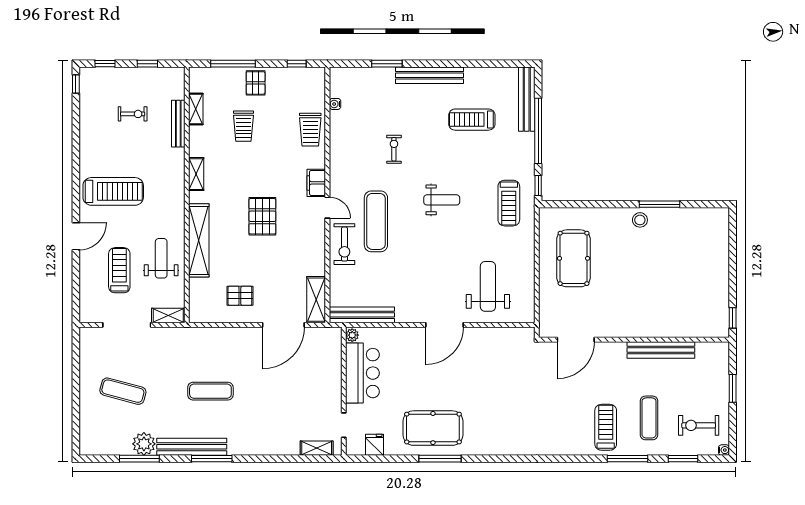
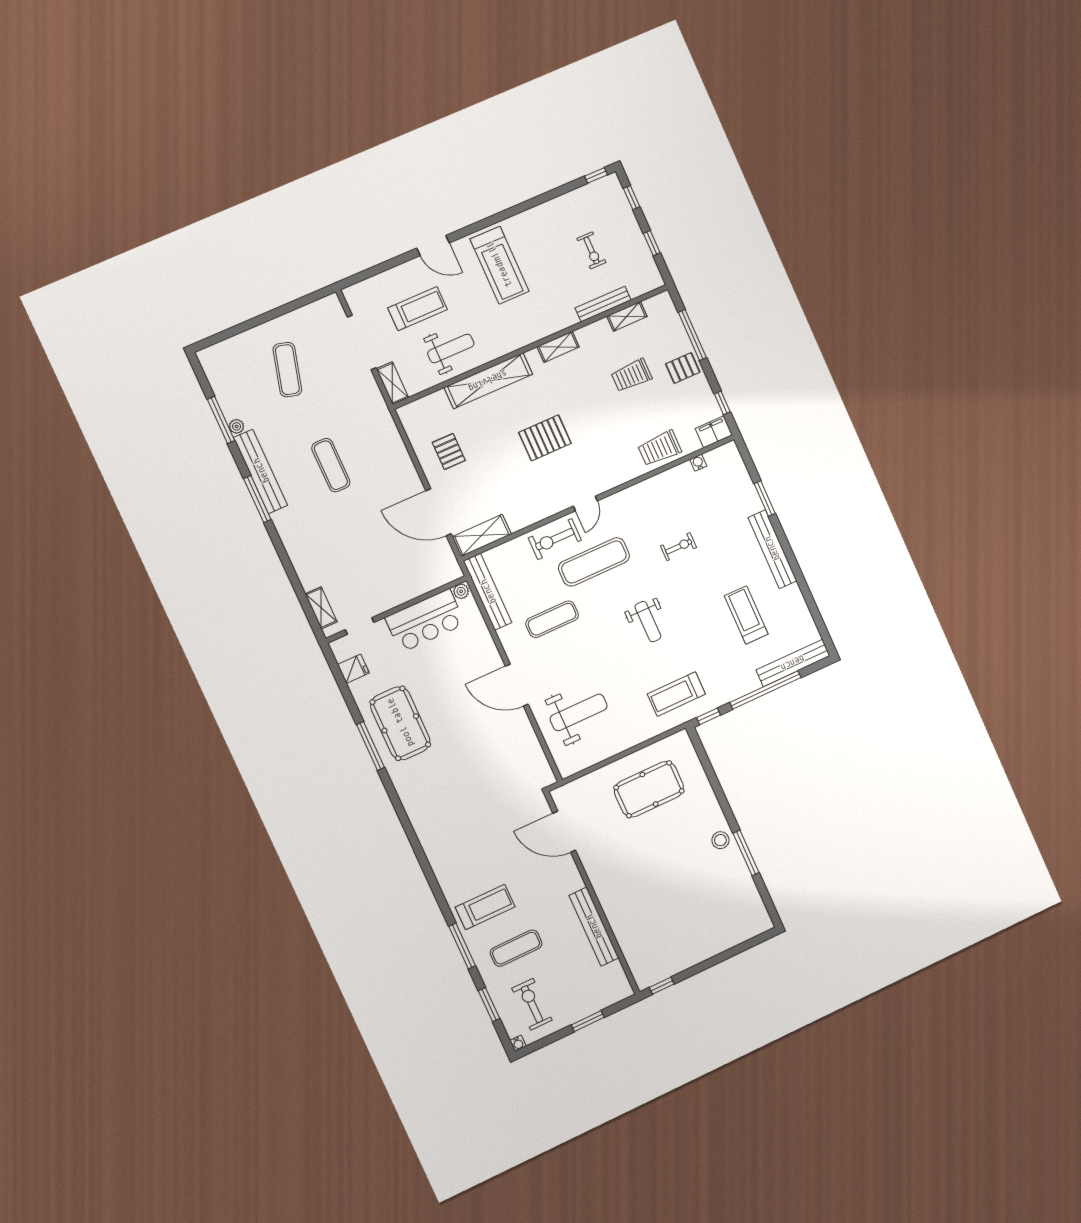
filing cabinet: (316, 183) -> (714, 432), moved
exercise mat: (406, 274) -> (552, 619), added
plant: (144, 444) -> (237, 426), width x0.53, depth x0.53

